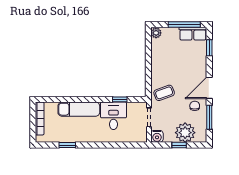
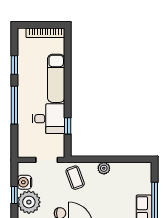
plant: (156, 33) -> (104, 168), moved
water cooler: (157, 136) -> (24, 182), moved
window: (102, 145) -> (14, 105), added

